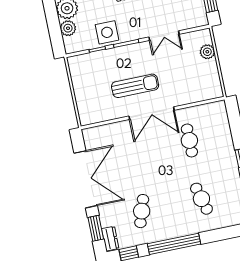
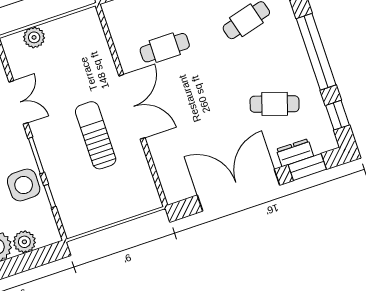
dresser: (110, 239) -> (295, 153), moved

